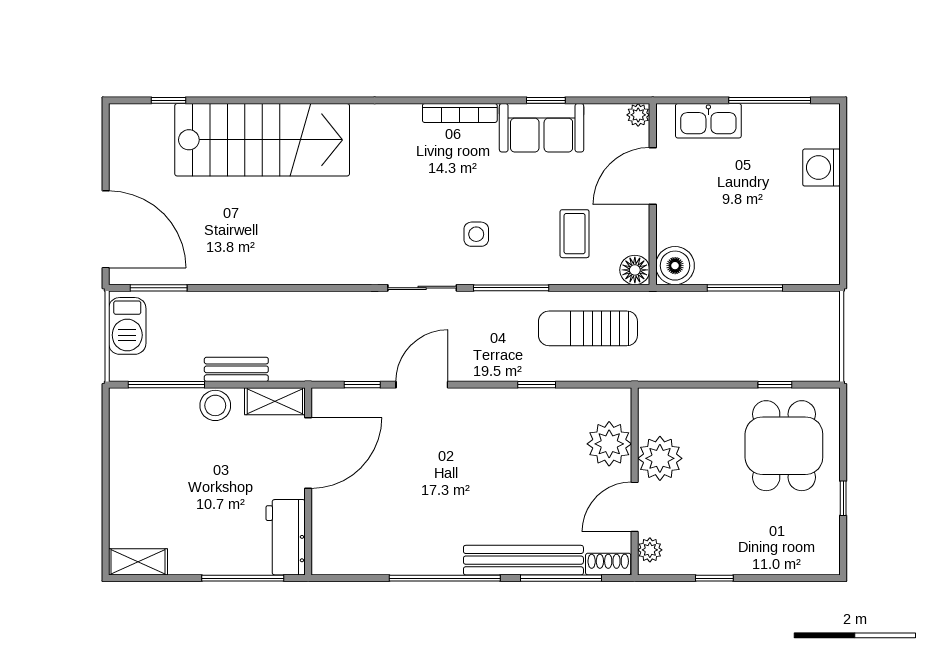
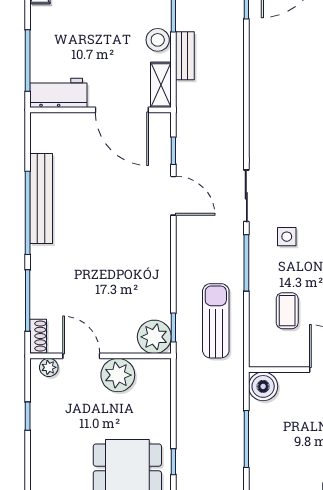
coffee table: (575, 234) -> (287, 311), turned 90
floor lamp: (635, 270) -> (260, 356), removed
window: (537, 385) -> (173, 328), moved
plant: (609, 444) -> (154, 337), moved
bench: (523, 560) -> (41, 198), moved

